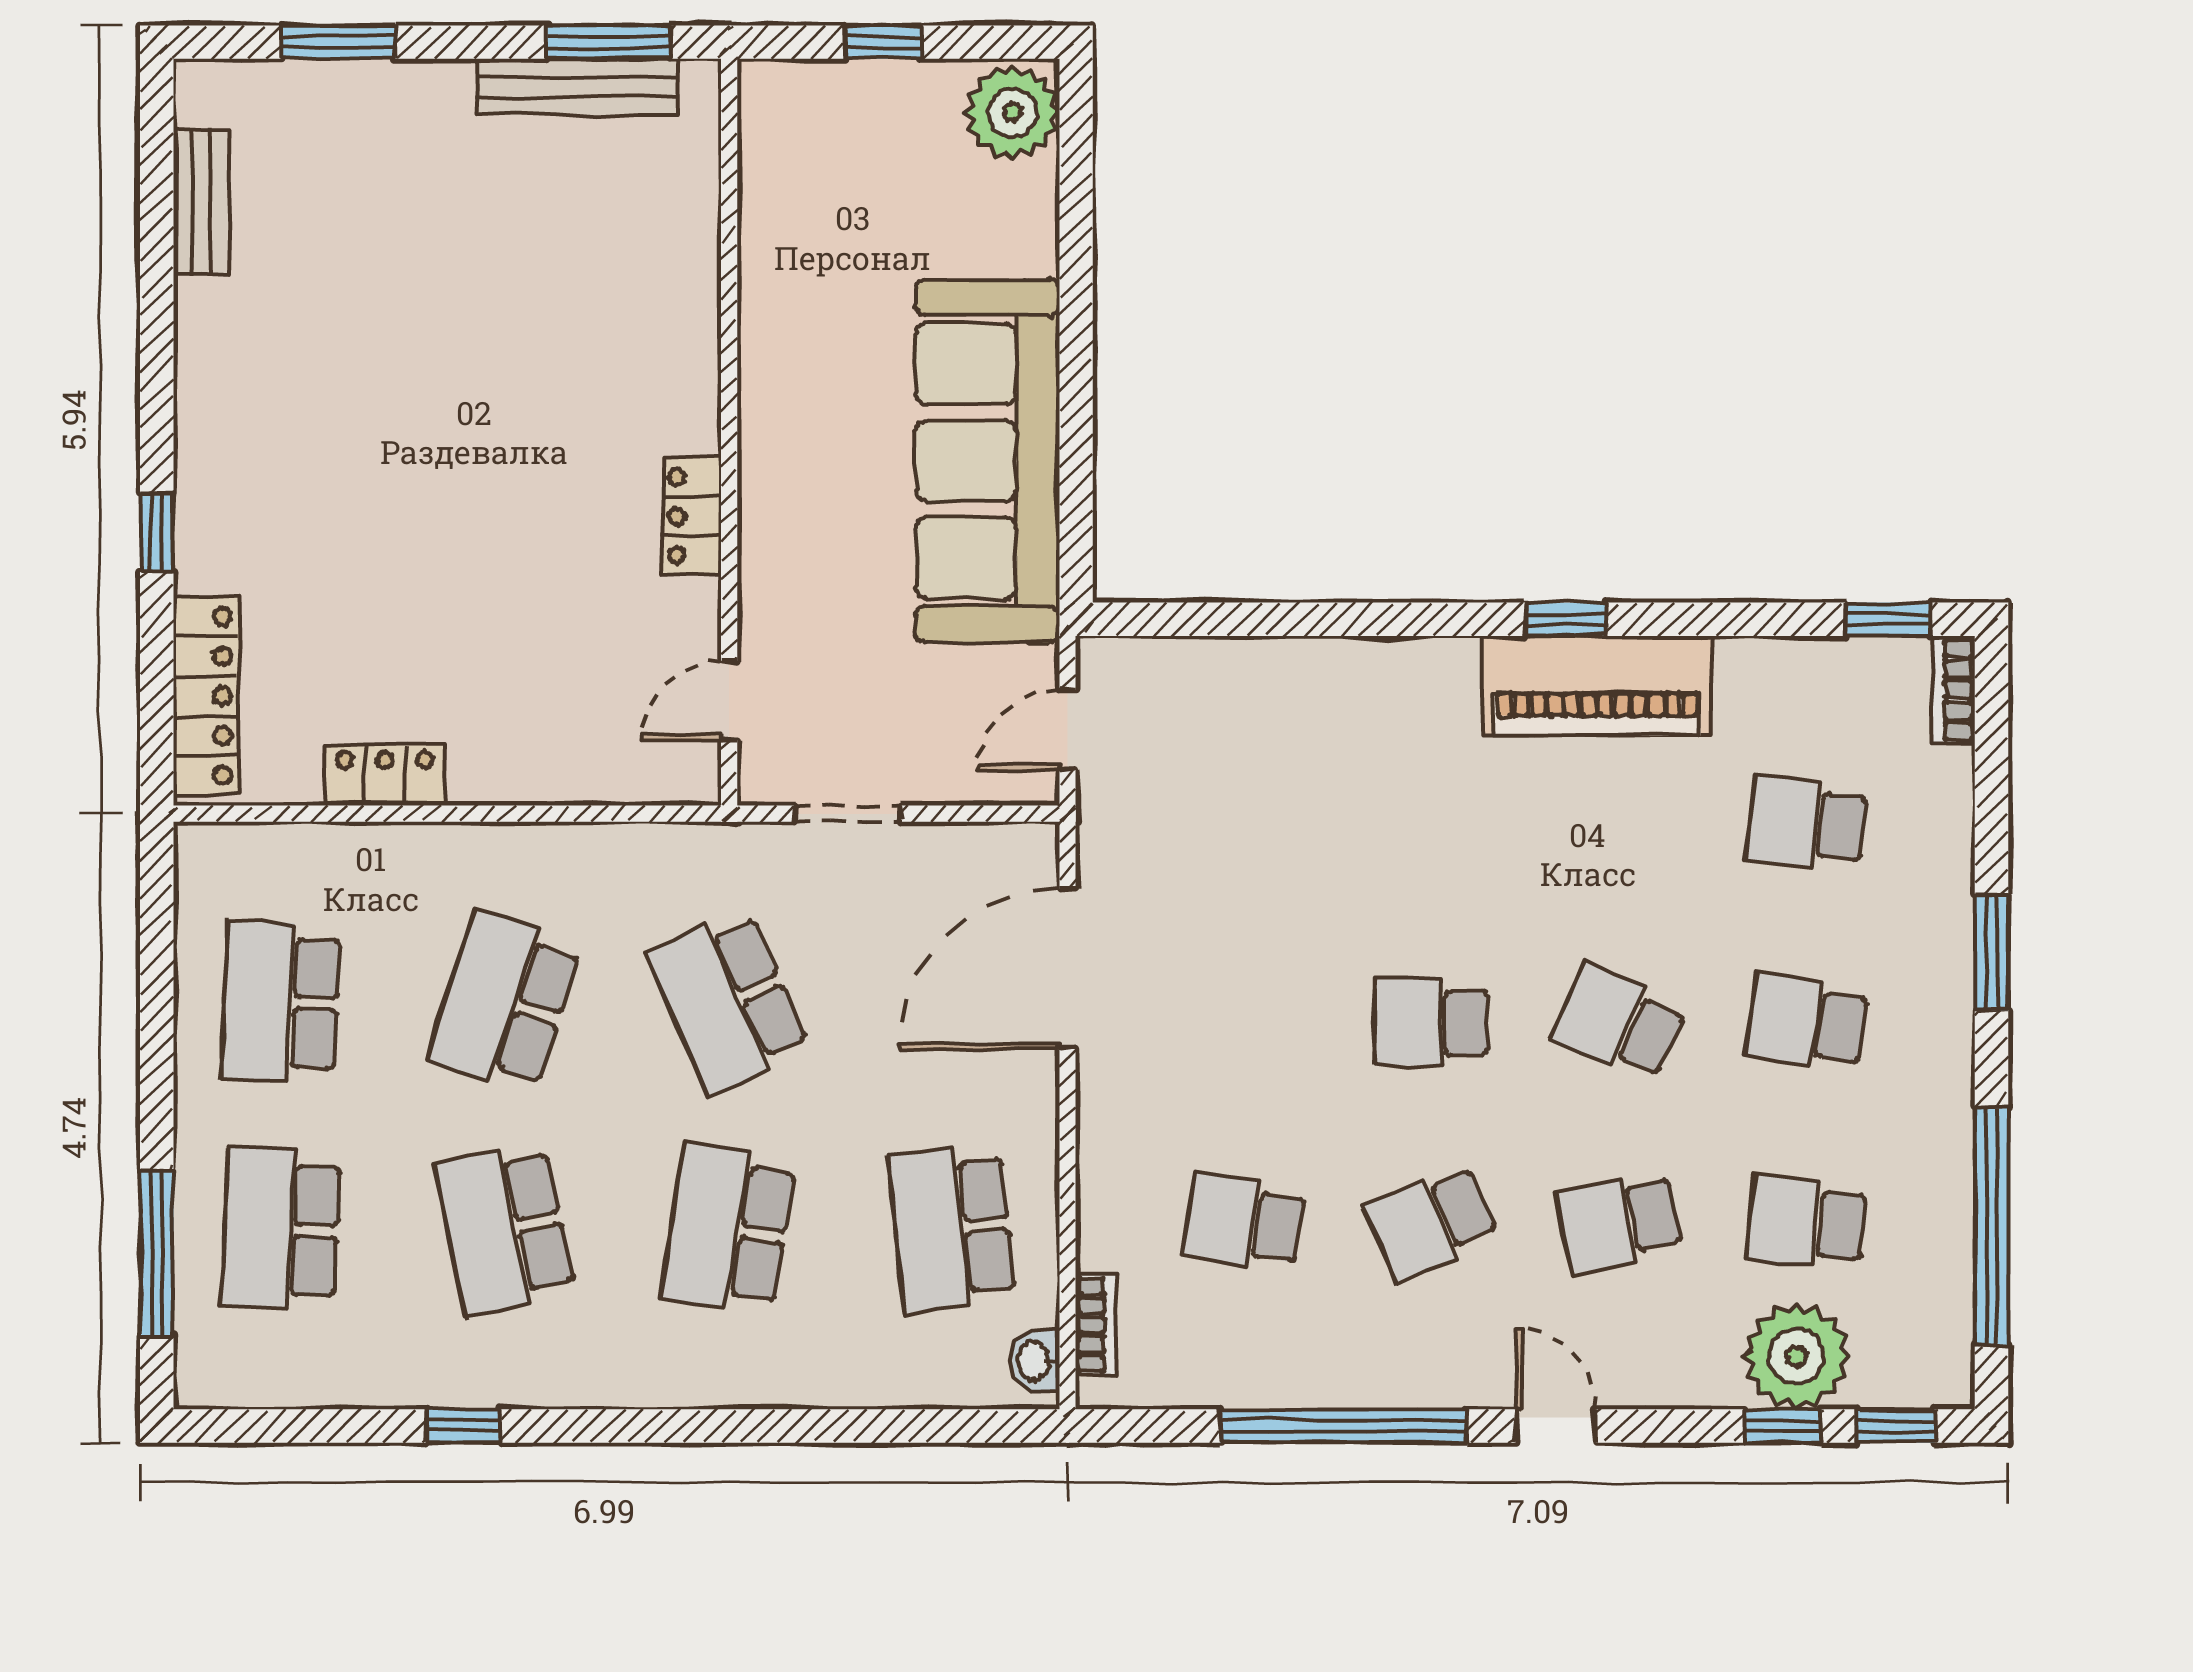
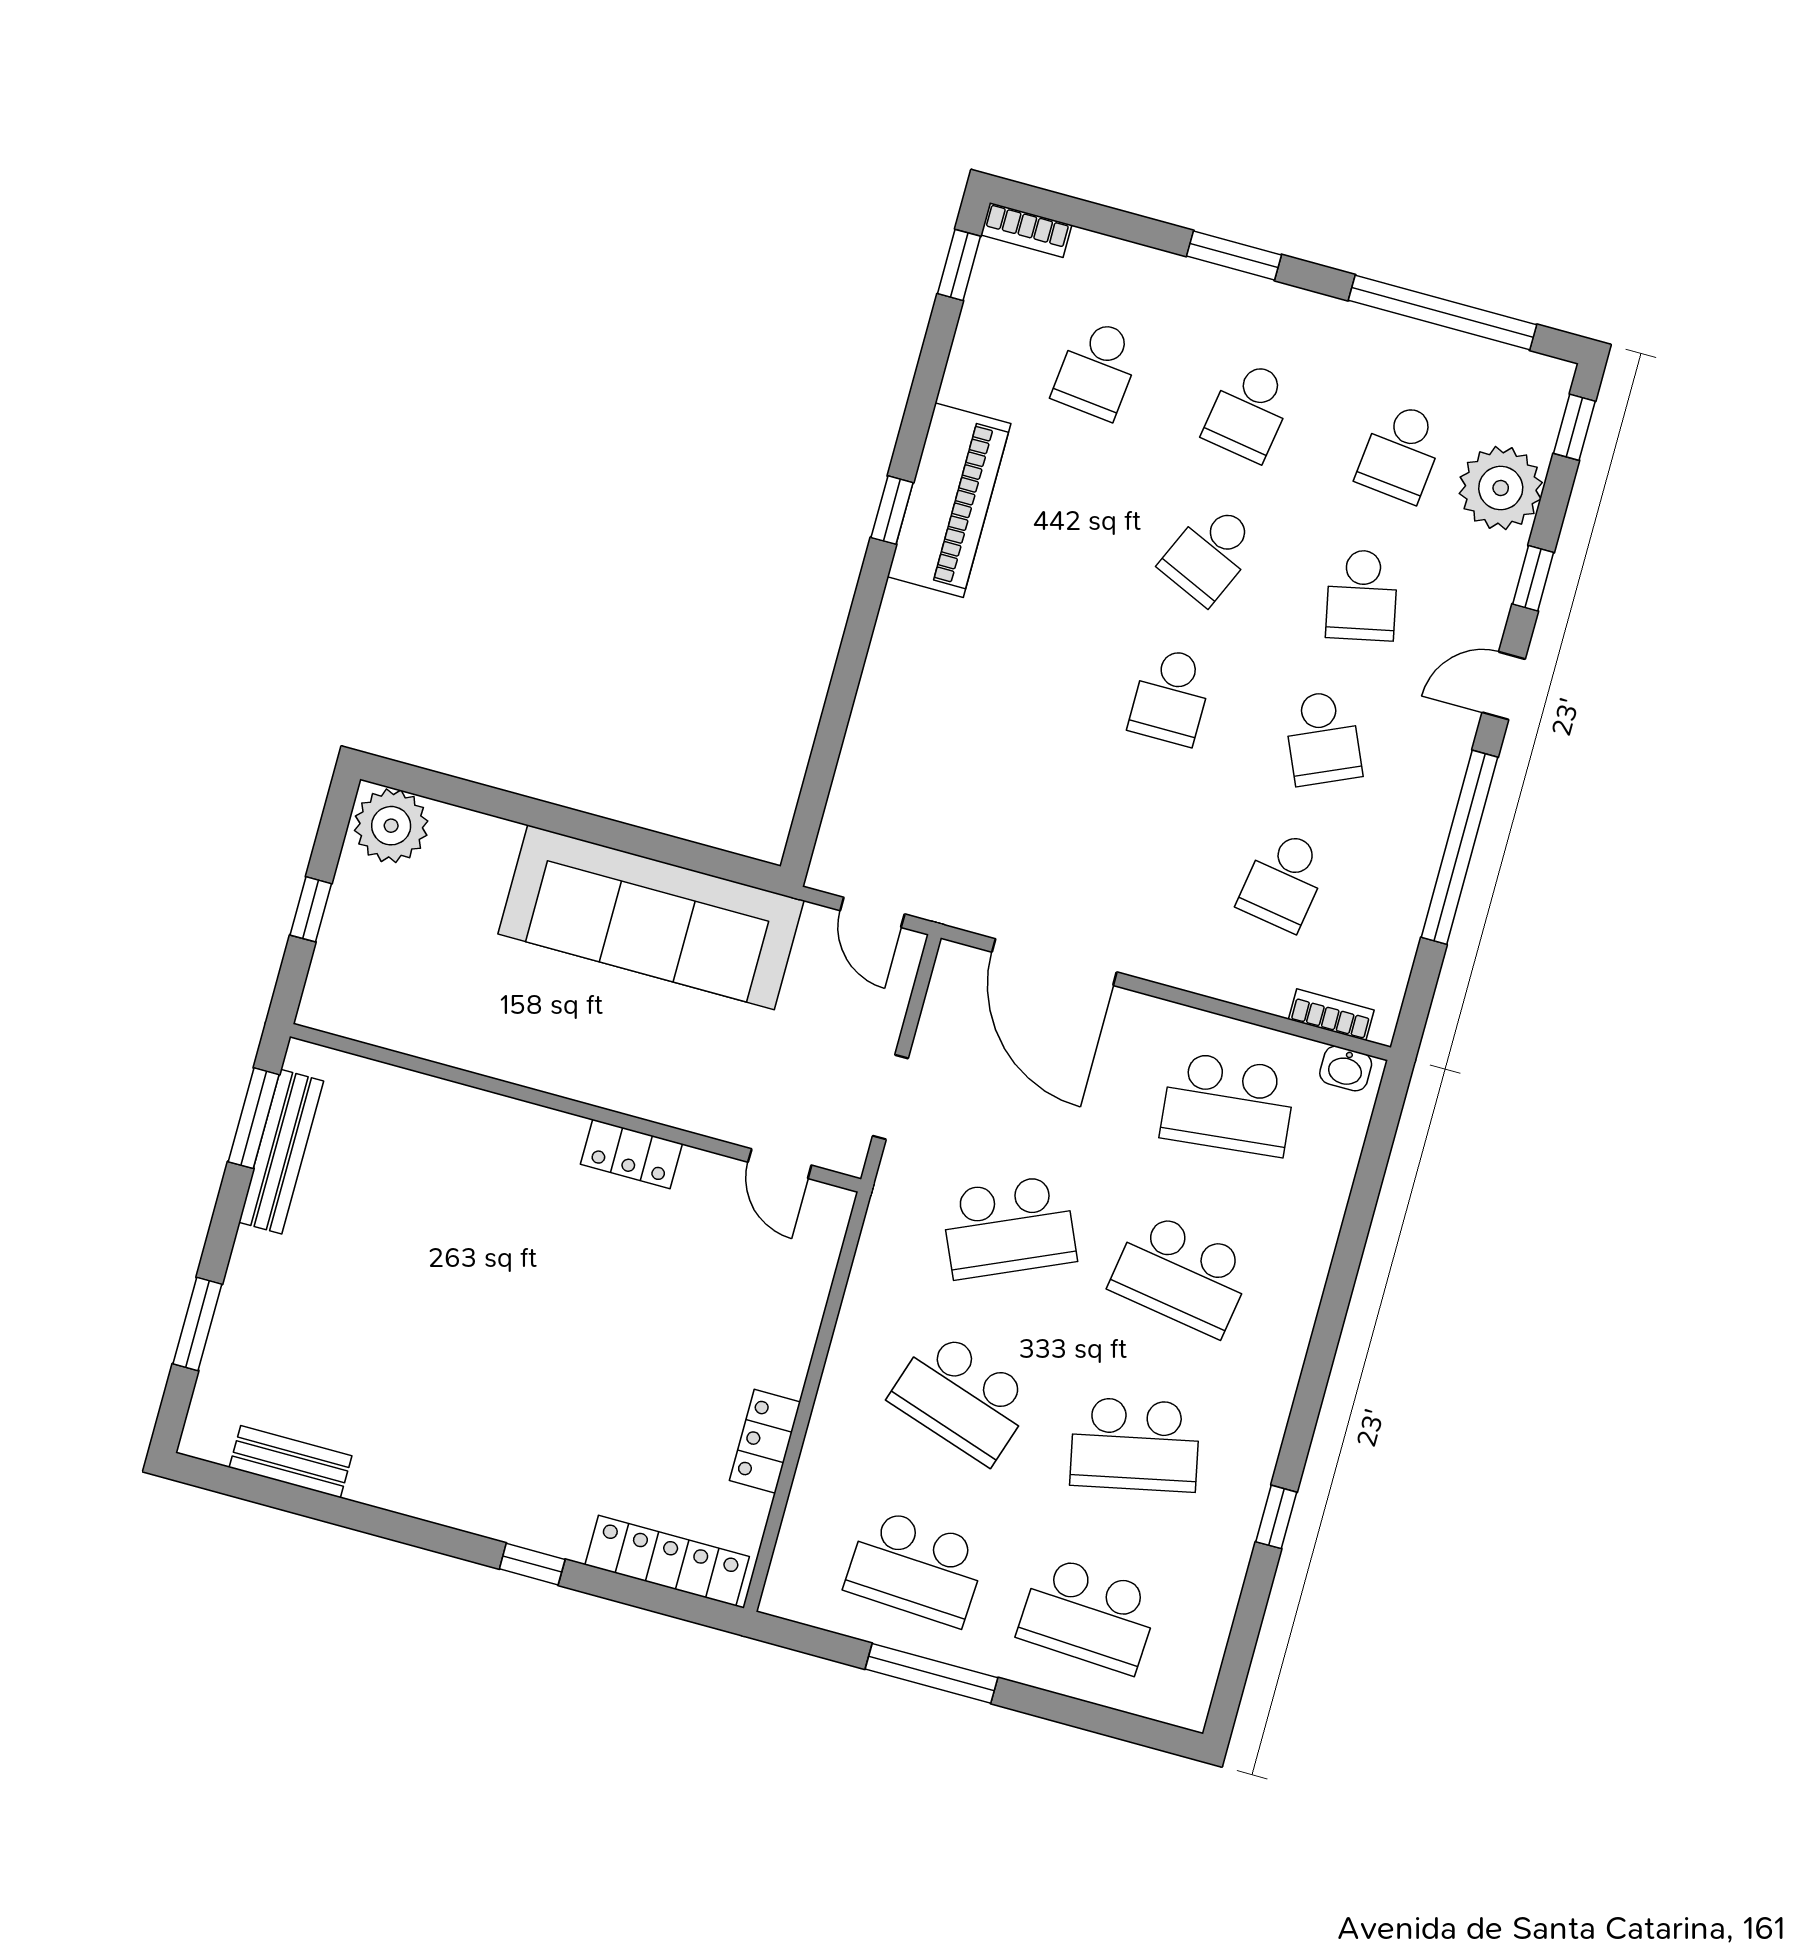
window: (157, 1253) -> (932, 1673), moved
window: (1783, 1426) -> (1533, 578), moved

